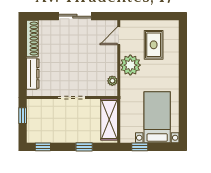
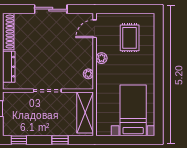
plant: (130, 65) -> (102, 58), width x0.53, depth x0.53
window: (140, 147) -> (116, 140), removed

